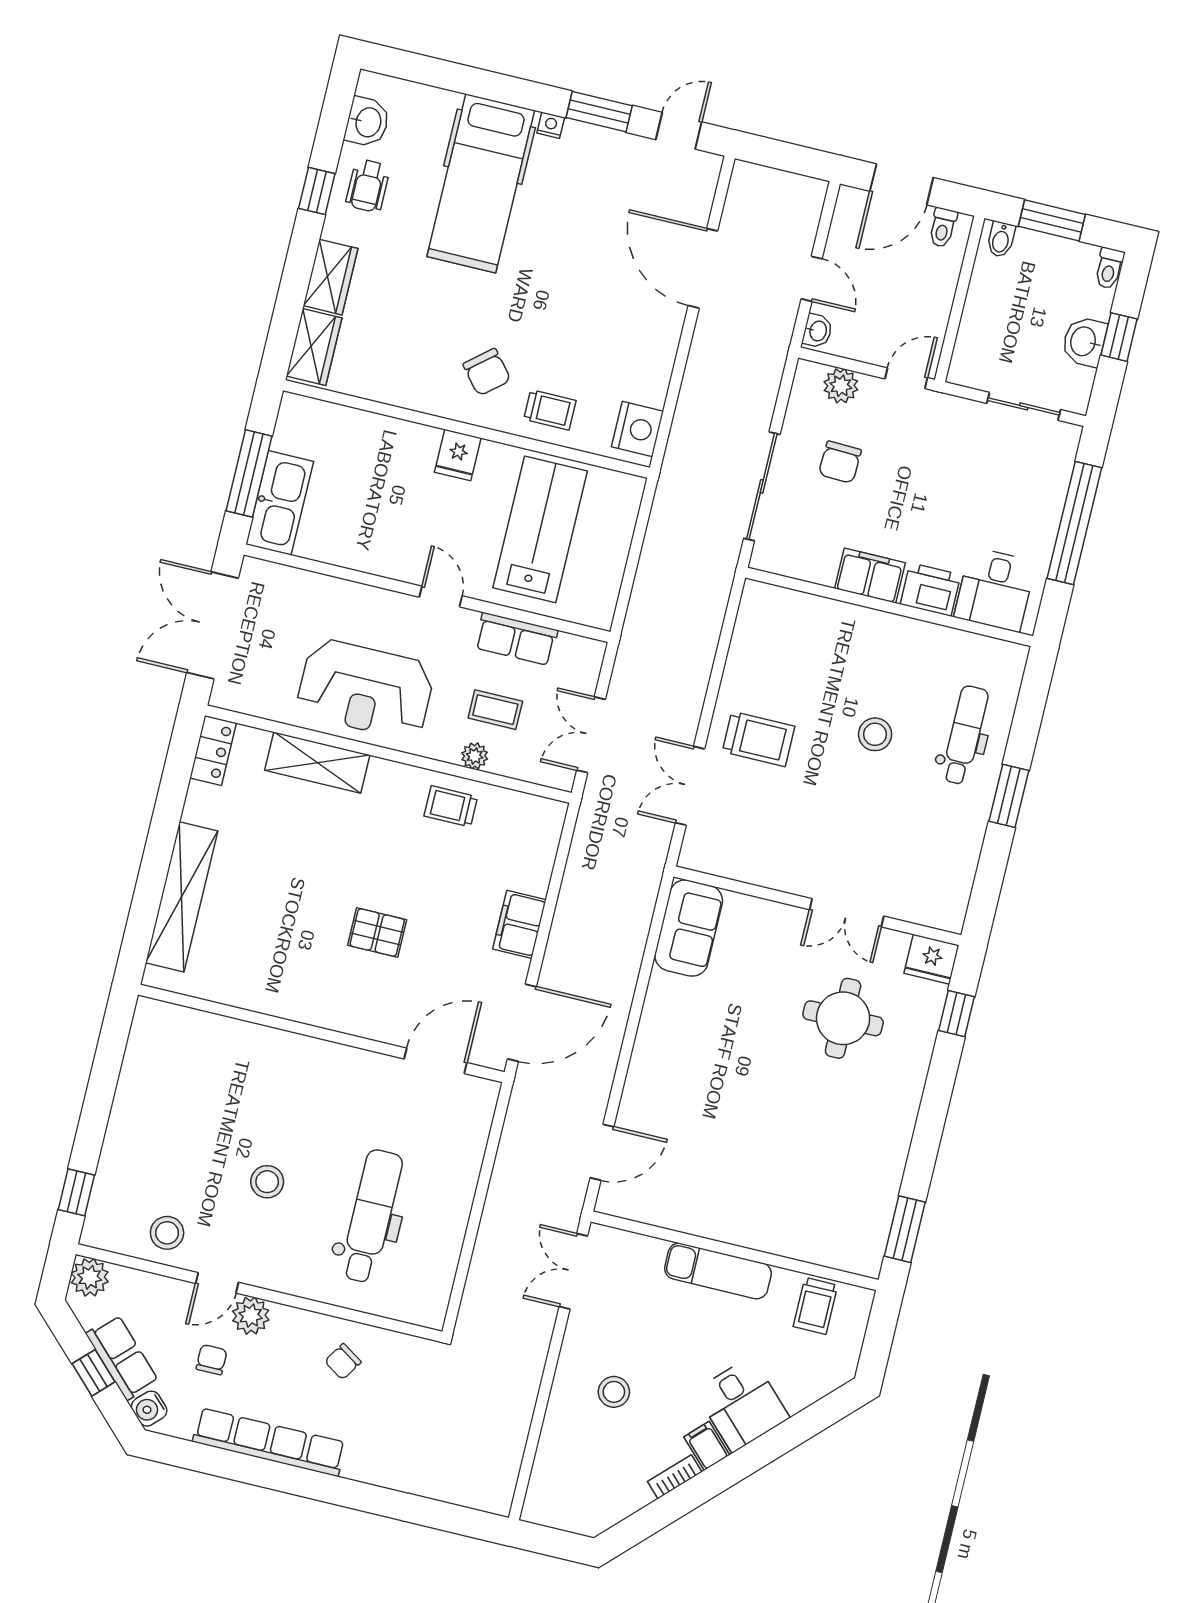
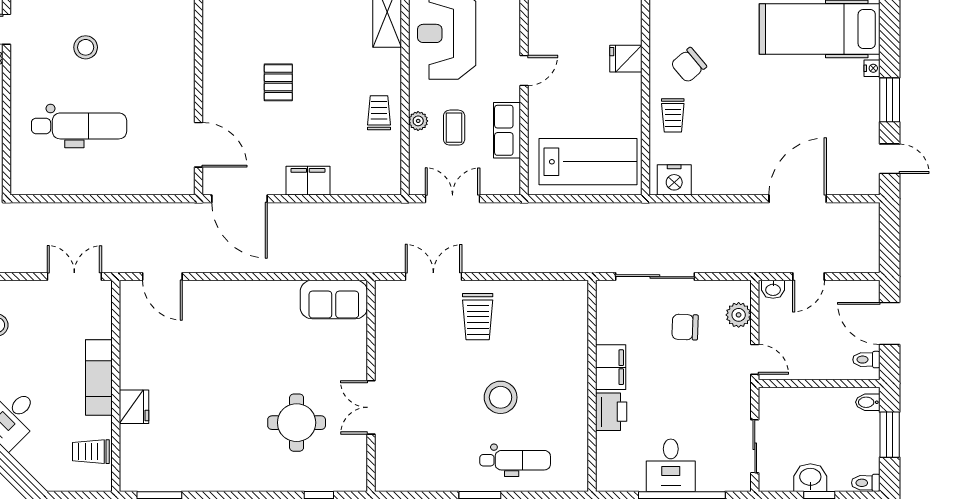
lab bench: (540, 529) -> (588, 162), moved
desk: (995, 589) -> (671, 465), moved, turned -90
stool: (875, 734) -> (501, 397), width x1.38, depth x1.38
fridge: (932, 959) -> (134, 407), moved, turned 180

